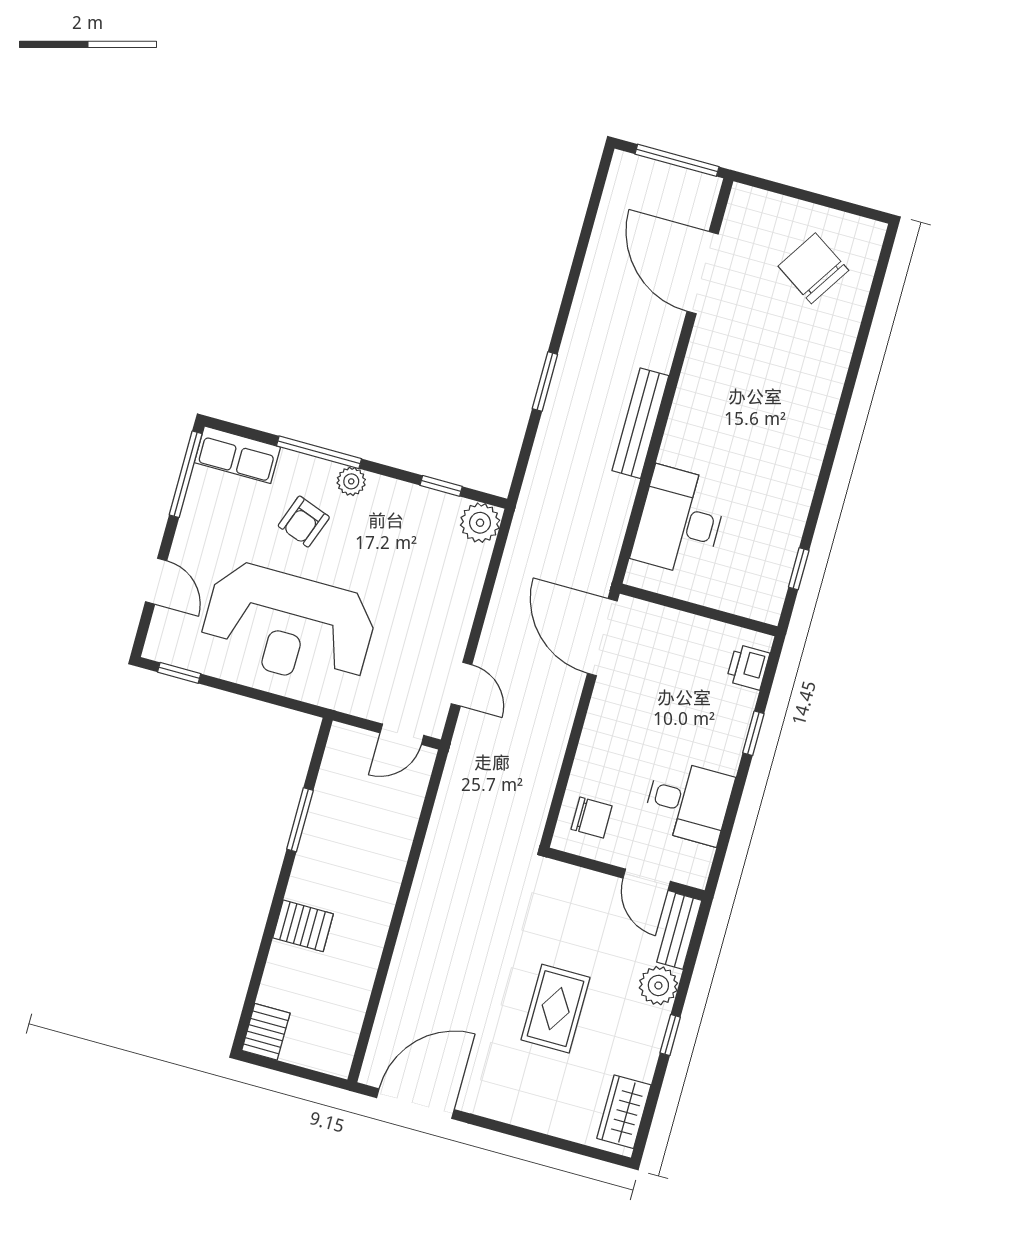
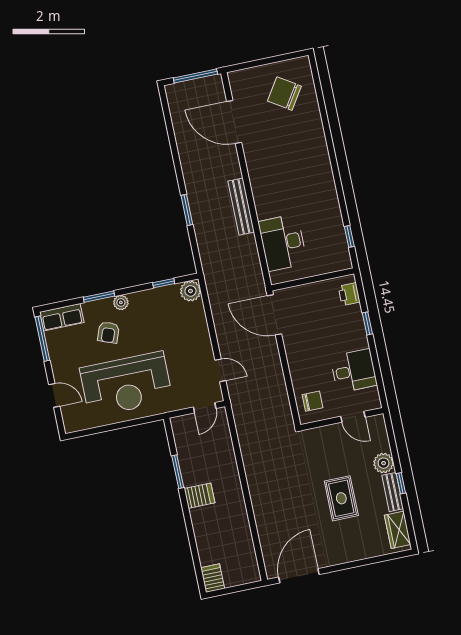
window: (319, 452) -> (99, 297), width x0.69
window: (179, 673) -> (87, 432), removed
server rack: (303, 926) -> (199, 496), moved
bench: (679, 931) -> (393, 492), moved

